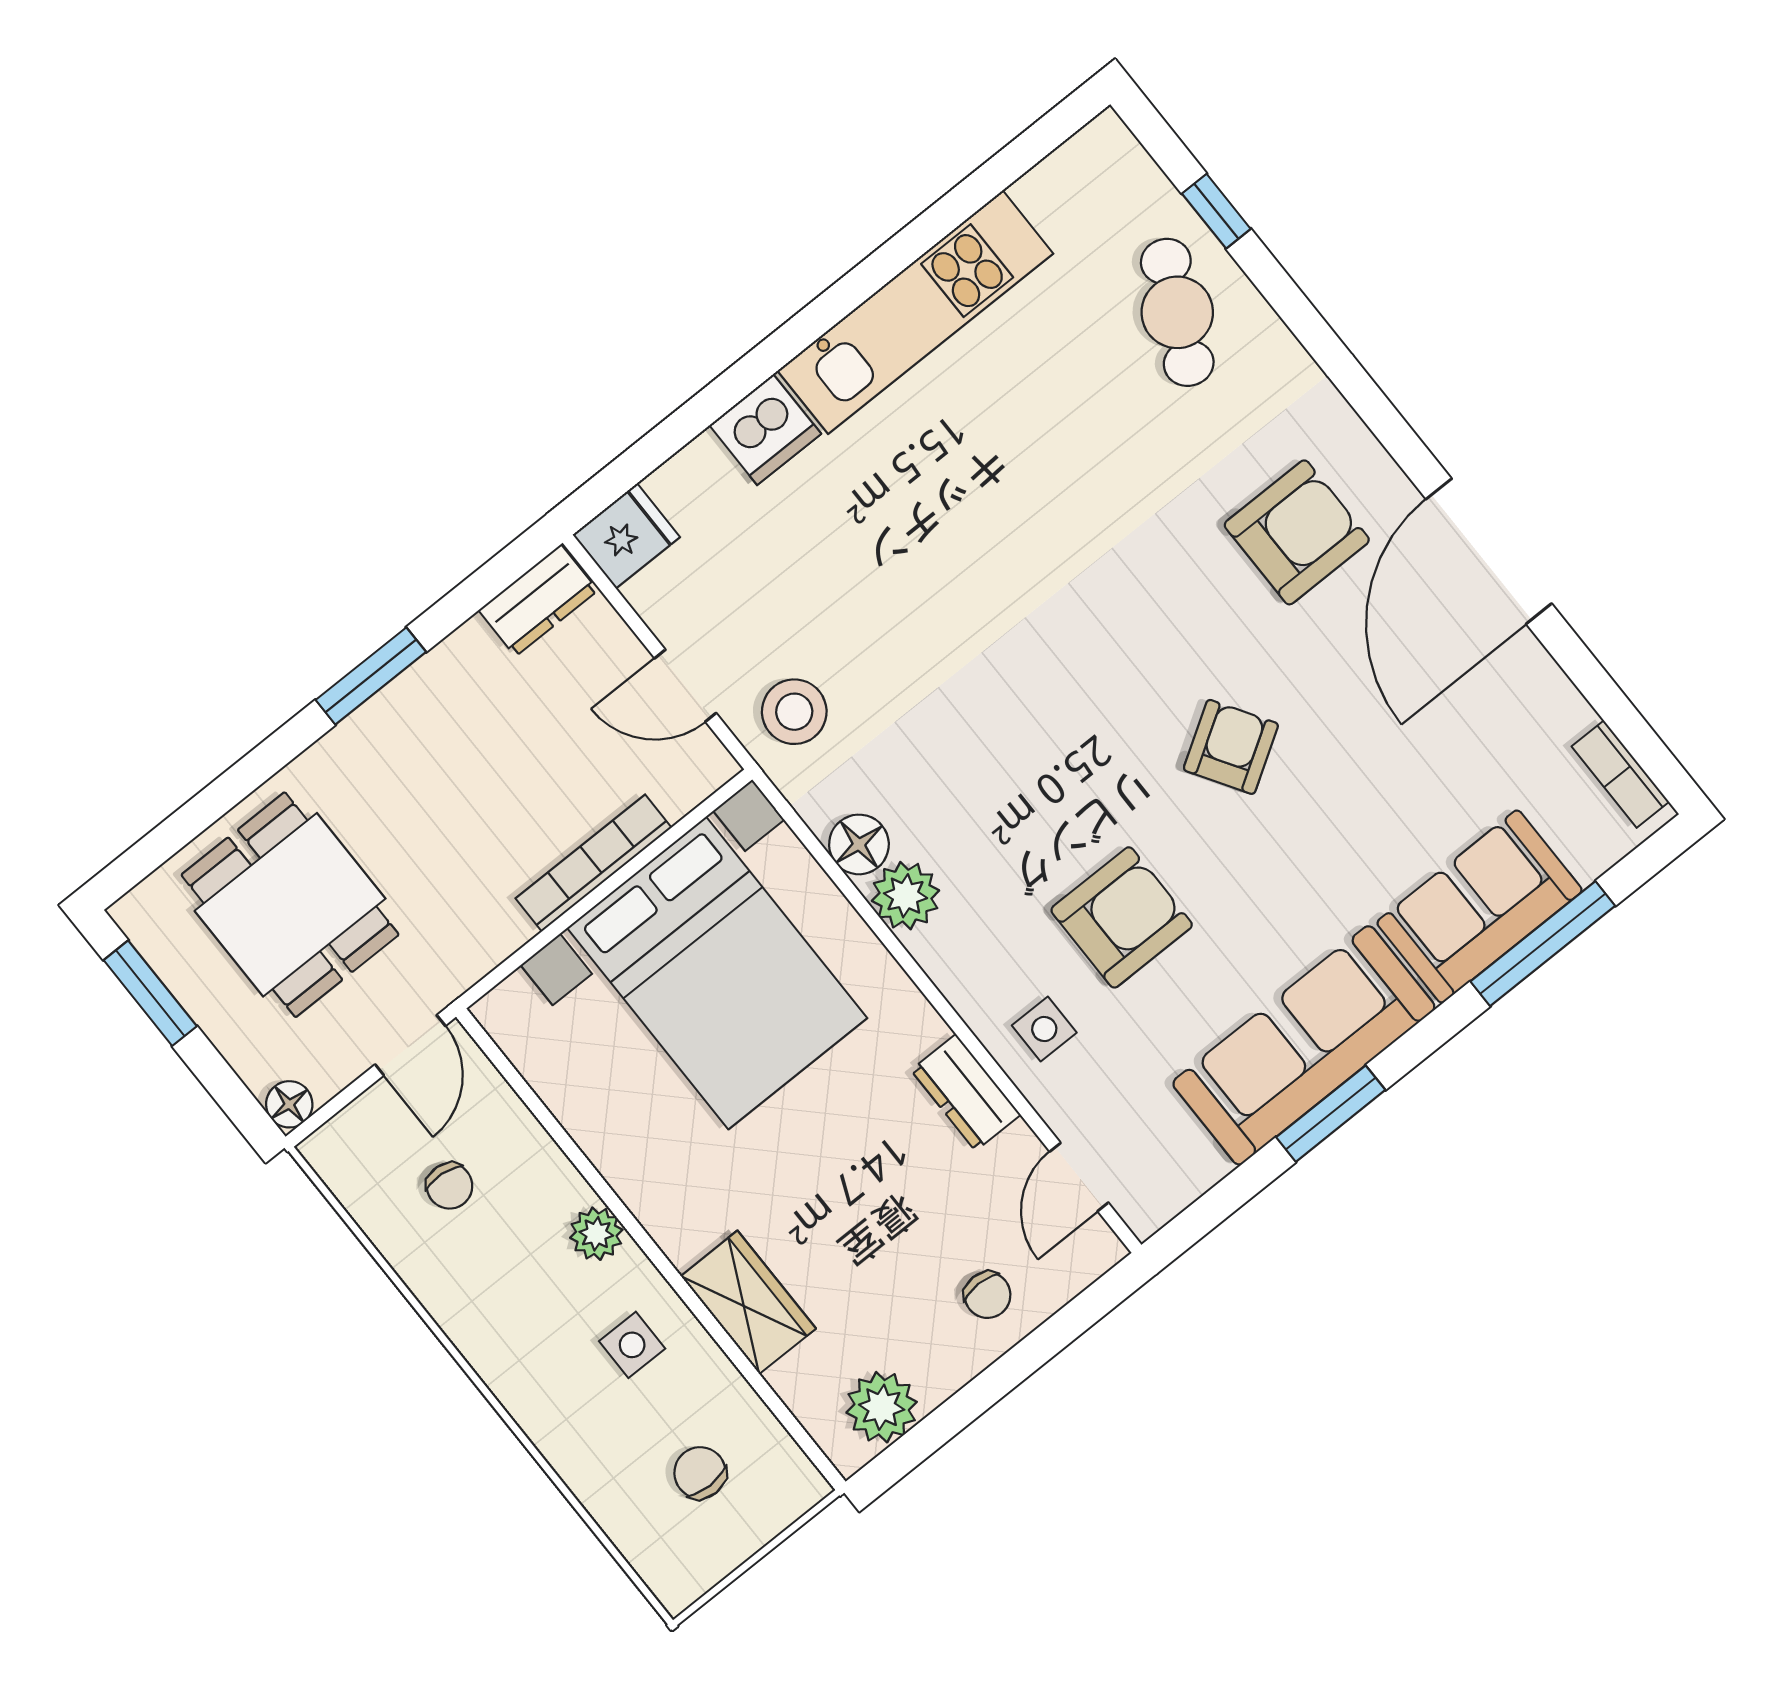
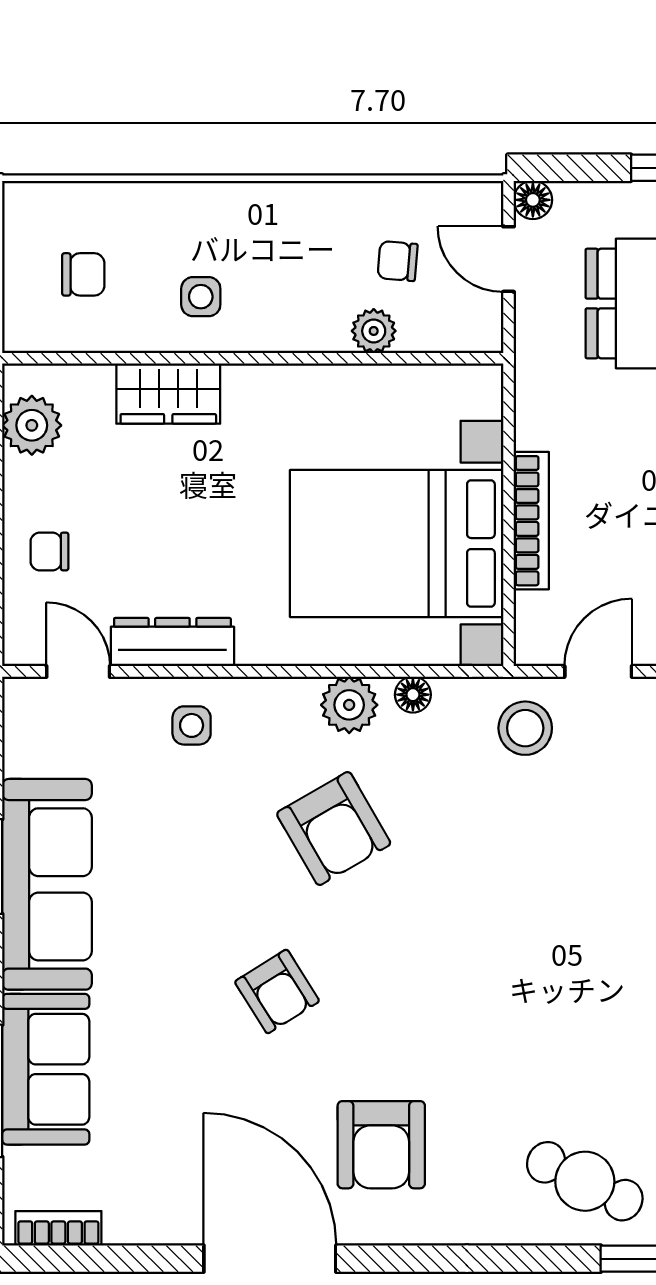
floor lamp: (859, 844) -> (413, 695), width x0.73, depth x0.73
armchair: (1122, 917) -> (334, 829), moved, turned -30
door: (410, 1045) -> (509, 259), moved
dresser: (966, 1092) -> (172, 642), width x1.44
plant: (596, 1234) -> (374, 331), moved

